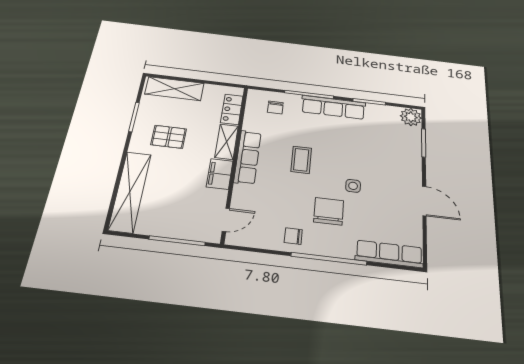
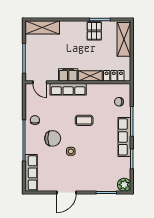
pallet: (169, 137) -> (94, 31), moved
row of seats: (248, 157) -> (68, 89), moved
shelving: (130, 192) -> (42, 27), width x0.68

